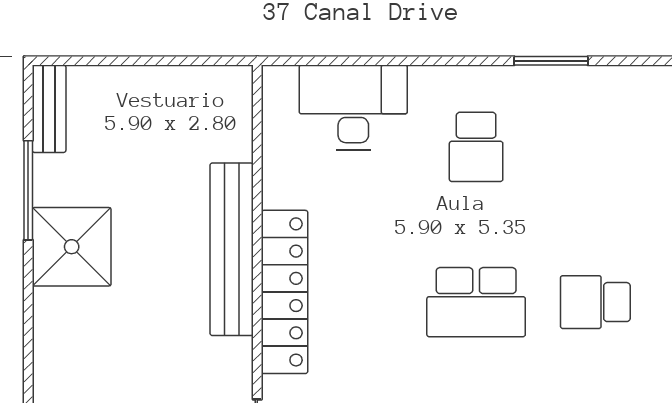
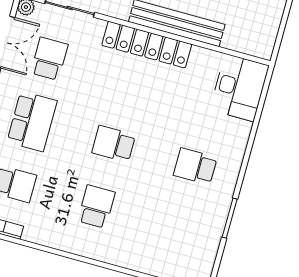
desk: (353, 107) -> (239, 88), moved
school desk: (476, 302) -> (114, 144), width x0.54

